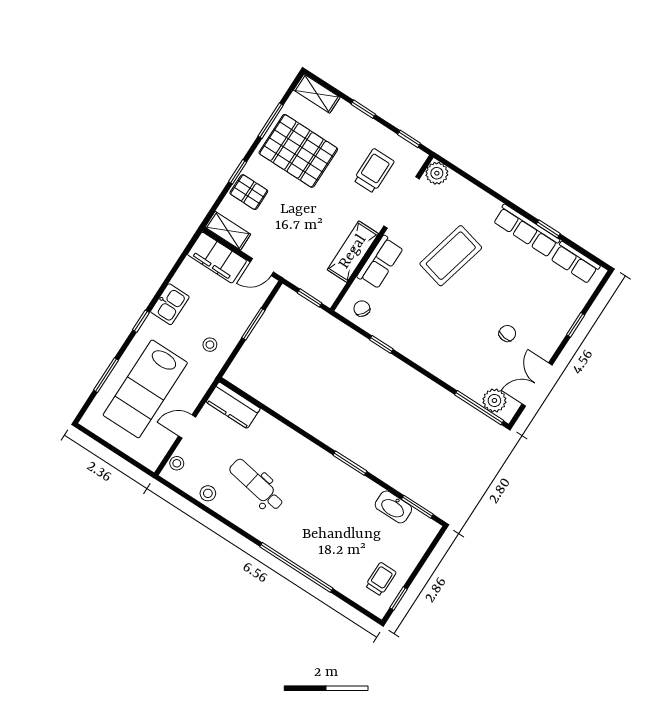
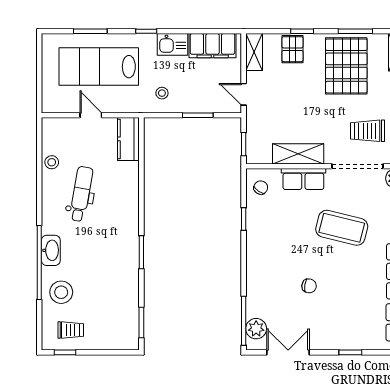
trolley: (374, 171) -> (368, 131), turned 180
filing cabinet: (217, 258) -> (213, 46), moved, turned -90
chair: (507, 333) -> (309, 286), moved
stool: (177, 463) -> (61, 292), moved, width x1.89, depth x1.89
washbasin: (393, 507) -> (51, 250), moved, turned 180

